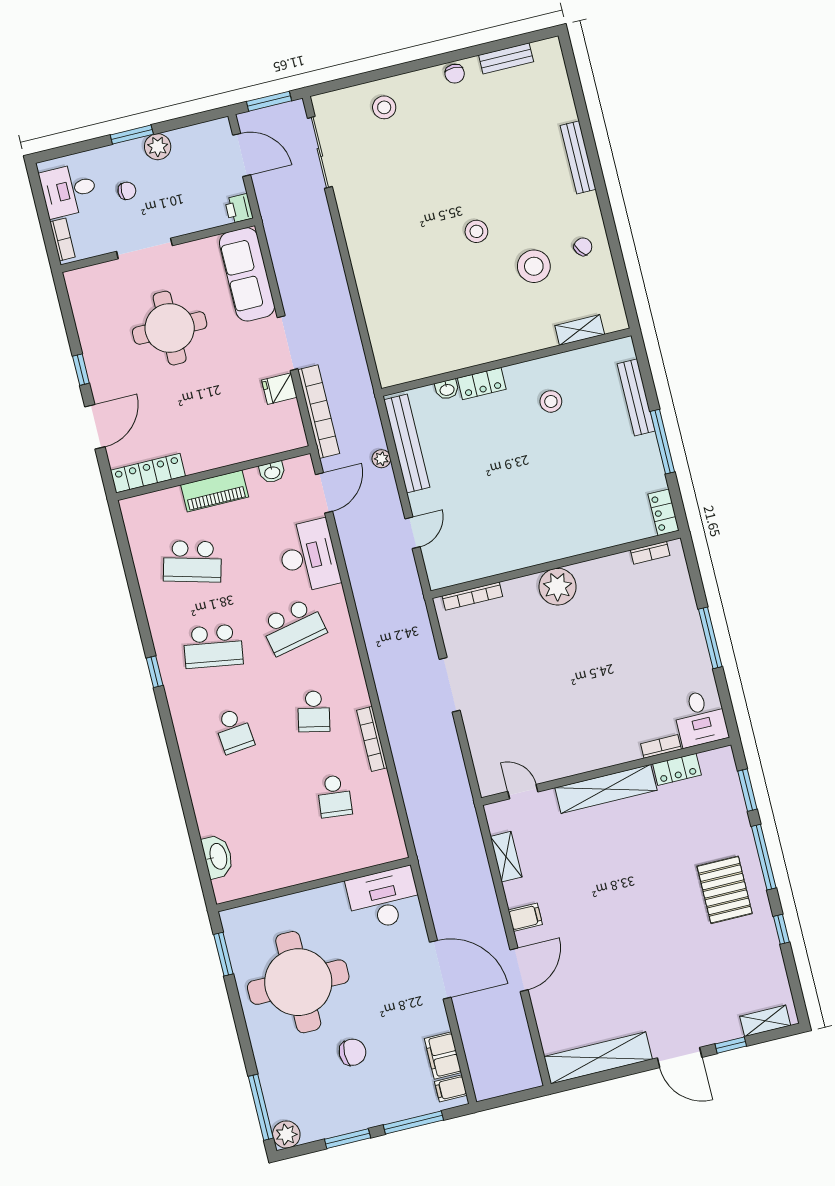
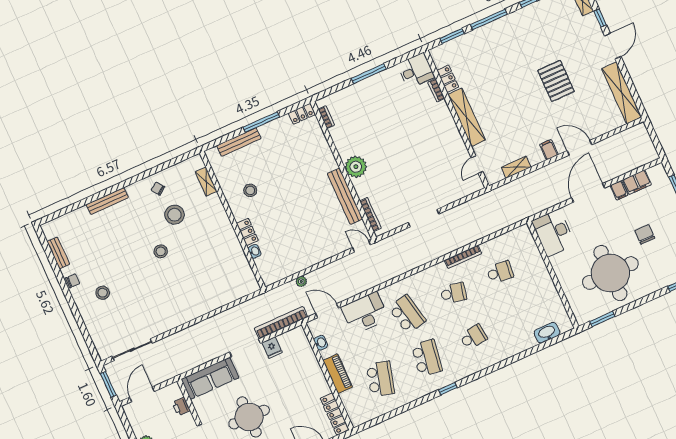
stool: (384, 107) -> (103, 293), moved
printer: (239, 208) -> (181, 407), moved, turned 90
bench: (407, 444) -> (345, 196), moved, turned 90
door: (413, 533) -> (361, 246), moved
pallet: (725, 890) -> (556, 81), moved, turned 90
filing cabinet: (451, 1088) -> (619, 190), moved

